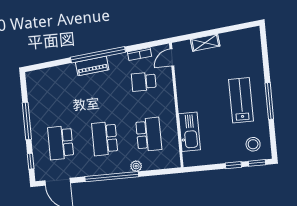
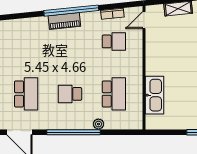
school desk: (144, 82) -> (114, 41), turned 180
school desk: (105, 139) -> (70, 94), width x0.54
school desk: (61, 143) -> (26, 94), turned 180

